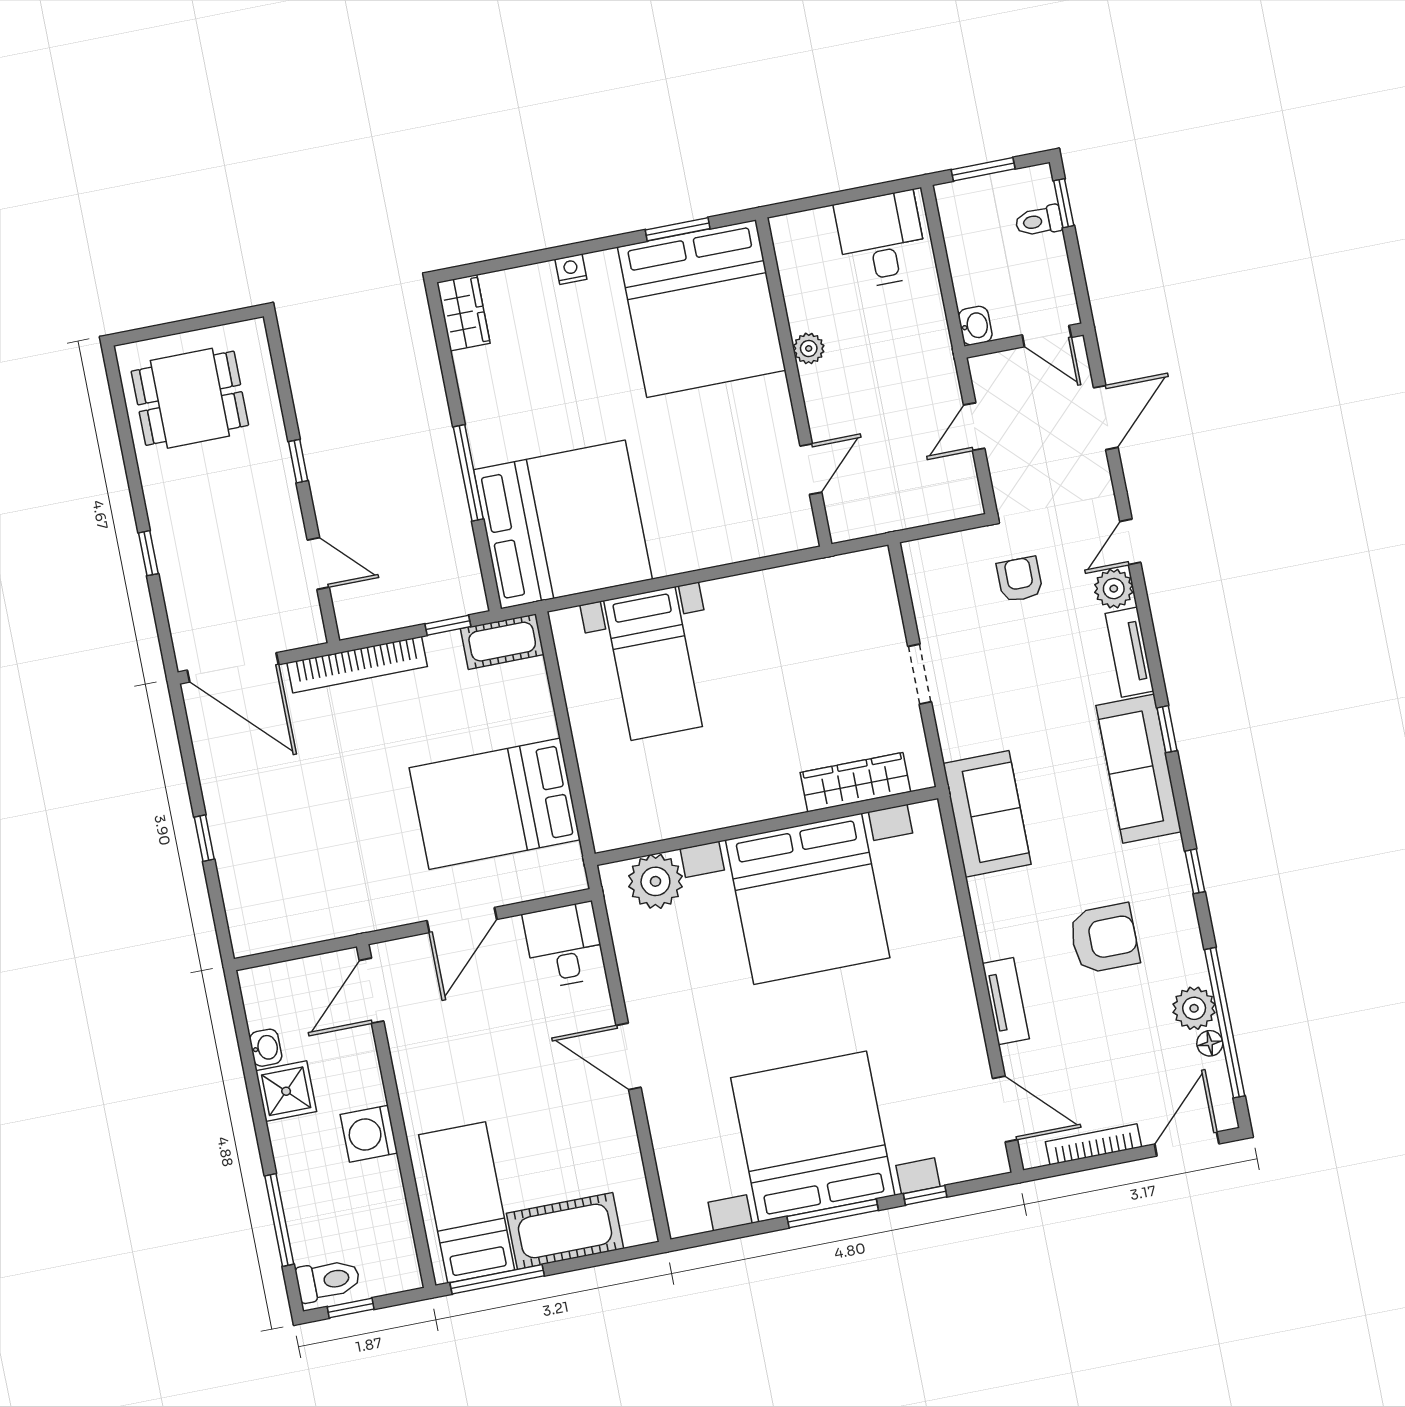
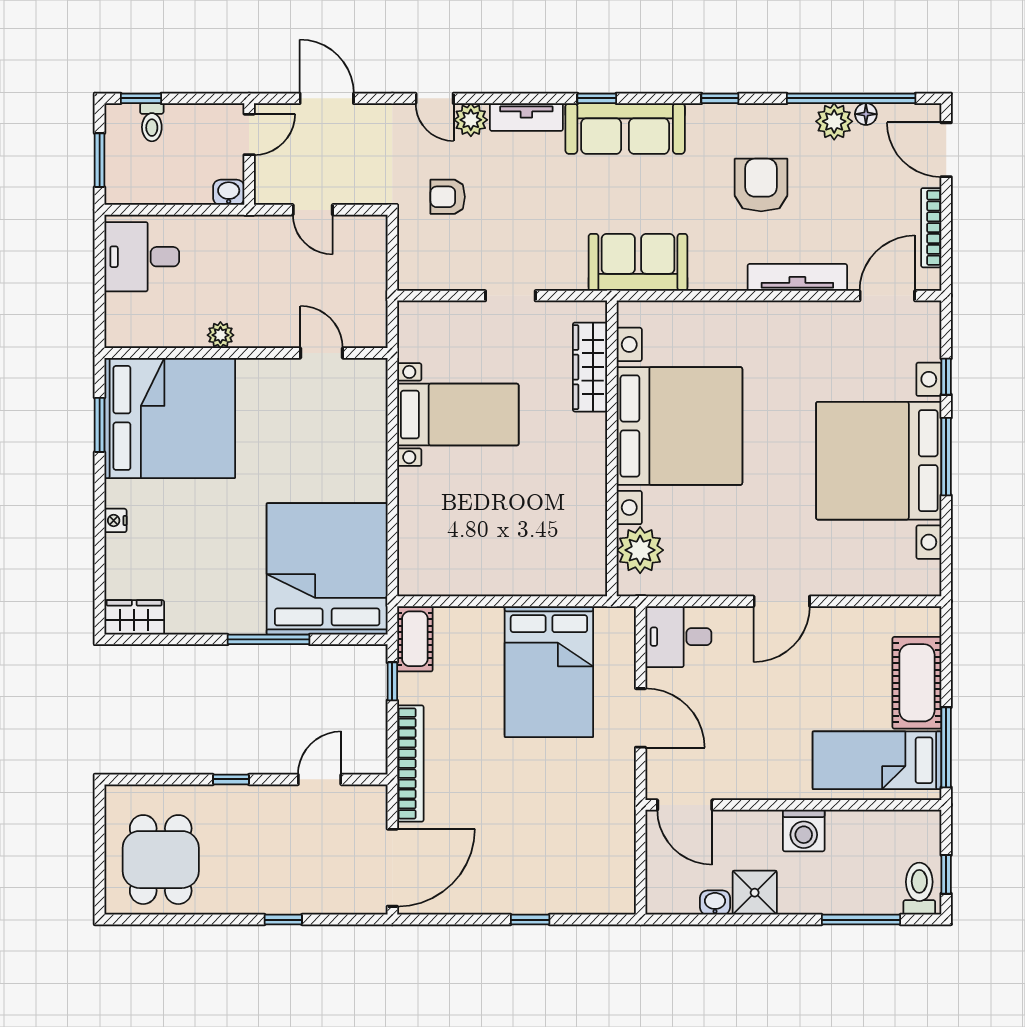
bed with nightstands: (653, 664) -> (458, 415), moved
tv unit: (1006, 1001) -> (797, 277), width x1.41

